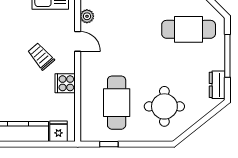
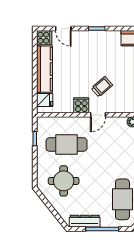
door: (78, 41) -> (98, 115), moved
dresser: (217, 85) -> (85, 221), width x1.44

